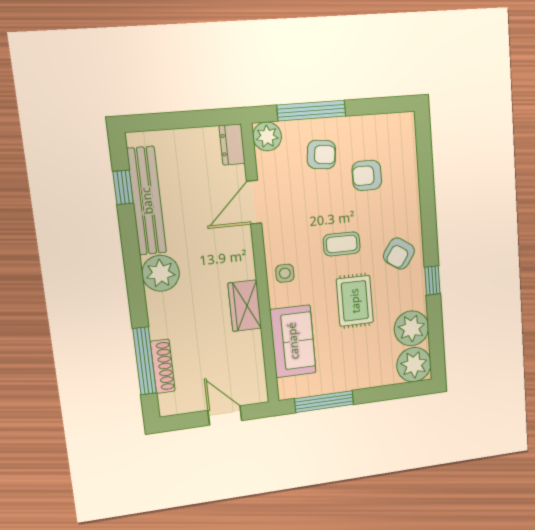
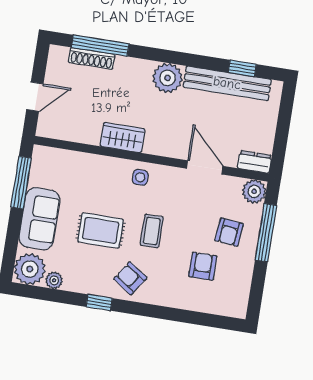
plant: (411, 328) -> (54, 280), width x0.53, depth x0.53
sofa: (293, 341) -> (39, 219), moved, turned -90

